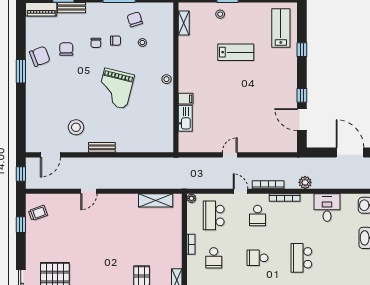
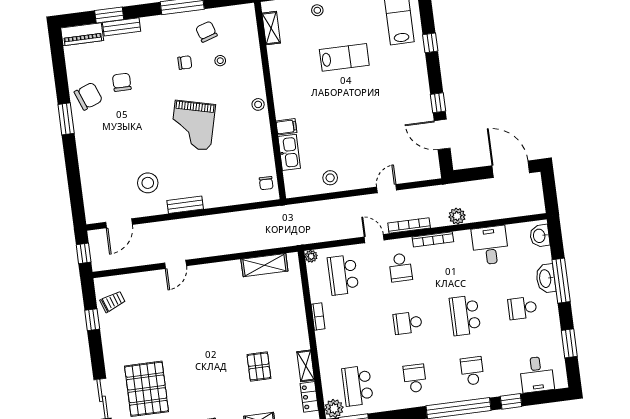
chair: (96, 43) -> (266, 183), moved
stool: (213, 141) -> (330, 178), added
door: (230, 155) -> (387, 189), moved
school desk: (214, 258) -> (522, 308), moved, turned 90

